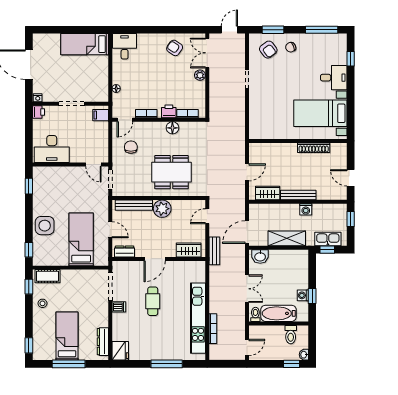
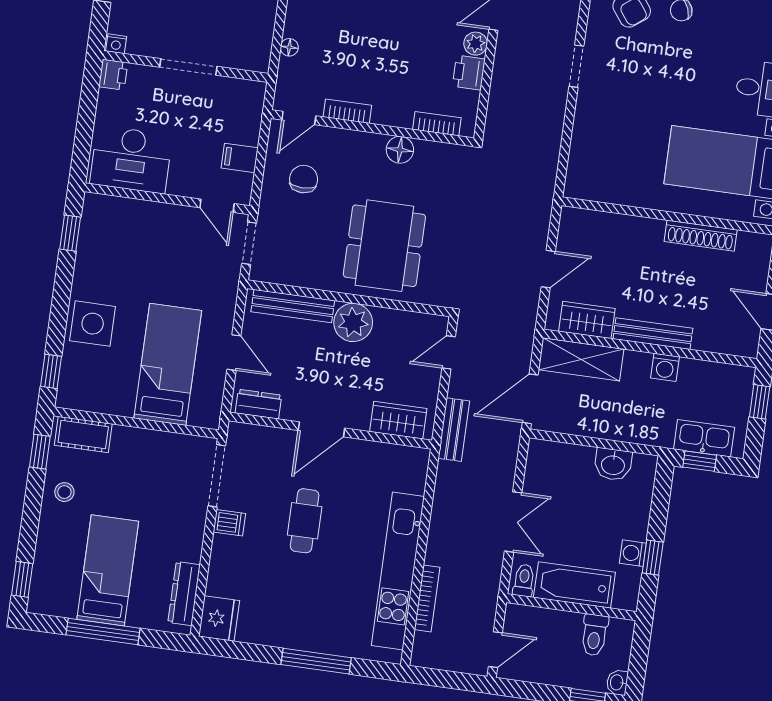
printer: (169, 111) -> (469, 73), moved, turned -90
filing cabinet: (101, 115) -> (240, 158), moved
dining table: (171, 172) -> (384, 246), turned 90
shelving: (287, 238) -> (581, 359), moved
washbasin: (260, 256) -> (613, 464), moved

